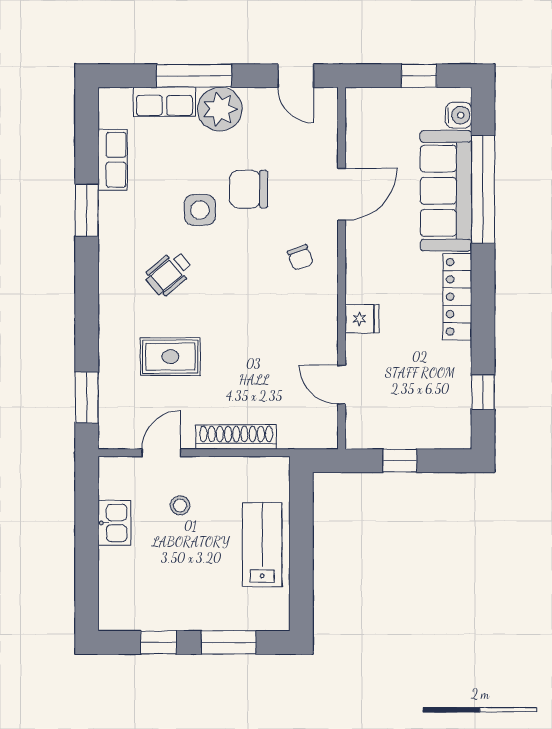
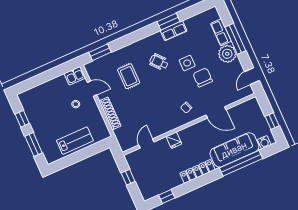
row of seats: (113, 160) -> (174, 31), moved
kitchen sink: (114, 523) -> (75, 76), moved

